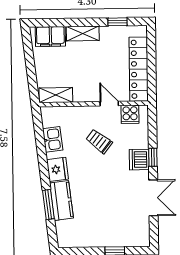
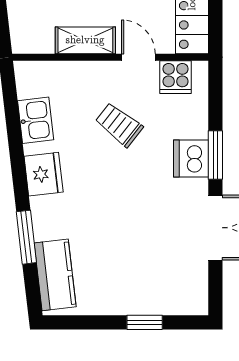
shelving: (56, 95) -> (85, 40), moved
window: (153, 157) -> (215, 155), width x1.50
kitchen counter: (61, 201) -> (55, 275), moved

